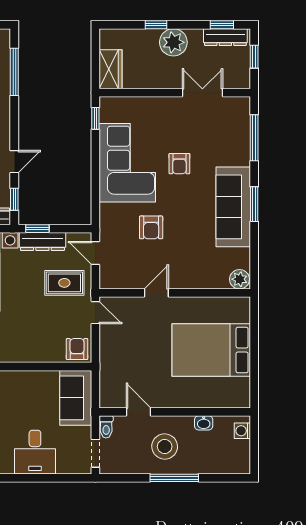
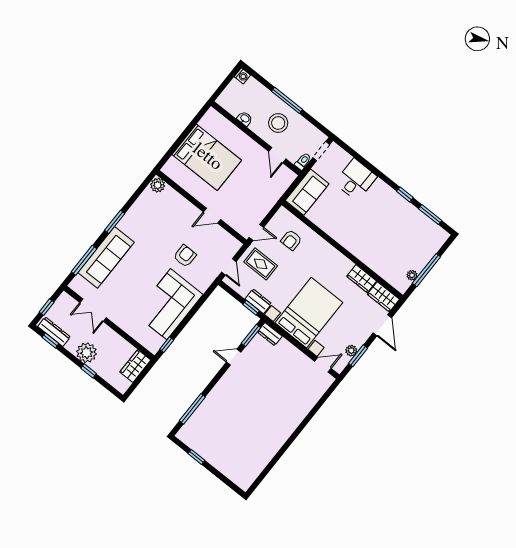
armchair: (179, 164) -> (139, 280), removed
window: (14, 199) -> (251, 335), width x1.50
sofa: (233, 207) -> (106, 257), moved
dresser: (42, 241) -> (258, 301), width x0.70
door: (95, 313) -> (256, 232), swing flipped
armchair: (77, 349) -> (291, 240), moved
washing machine: (242, 431) -> (242, 76), moved

